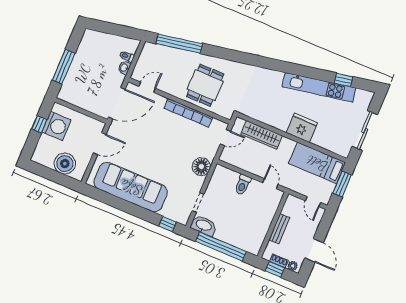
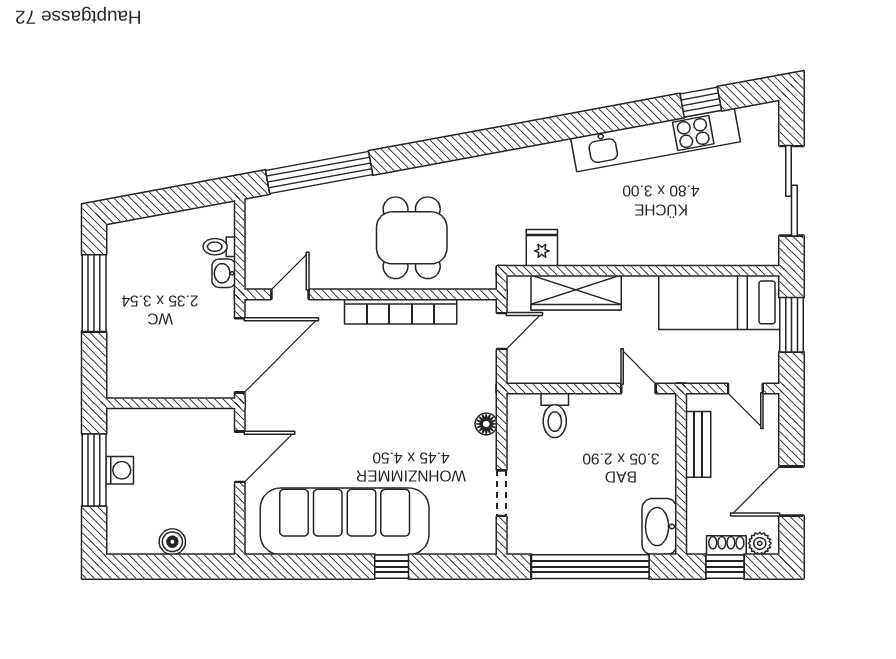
window: (64, 67) -> (94, 293), moved
window: (39, 124) -> (94, 470), width x2.17
washing machine: (56, 126) -> (120, 470), width x0.53, depth x0.53
fridge: (302, 128) -> (542, 248), moved, width x0.53, depth x0.75
boiler: (65, 164) -> (172, 542), width x0.54, depth x0.54
floor lamp: (201, 167) -> (486, 424), width x0.53, depth x0.53
toilet: (243, 185) -> (555, 415), moved
window: (168, 224) -> (392, 567), moved
washbasin: (204, 226) -> (659, 527), moved, turned -90
bench: (279, 229) -> (698, 444), moved
door: (314, 250) -> (791, 491), swing flipped

